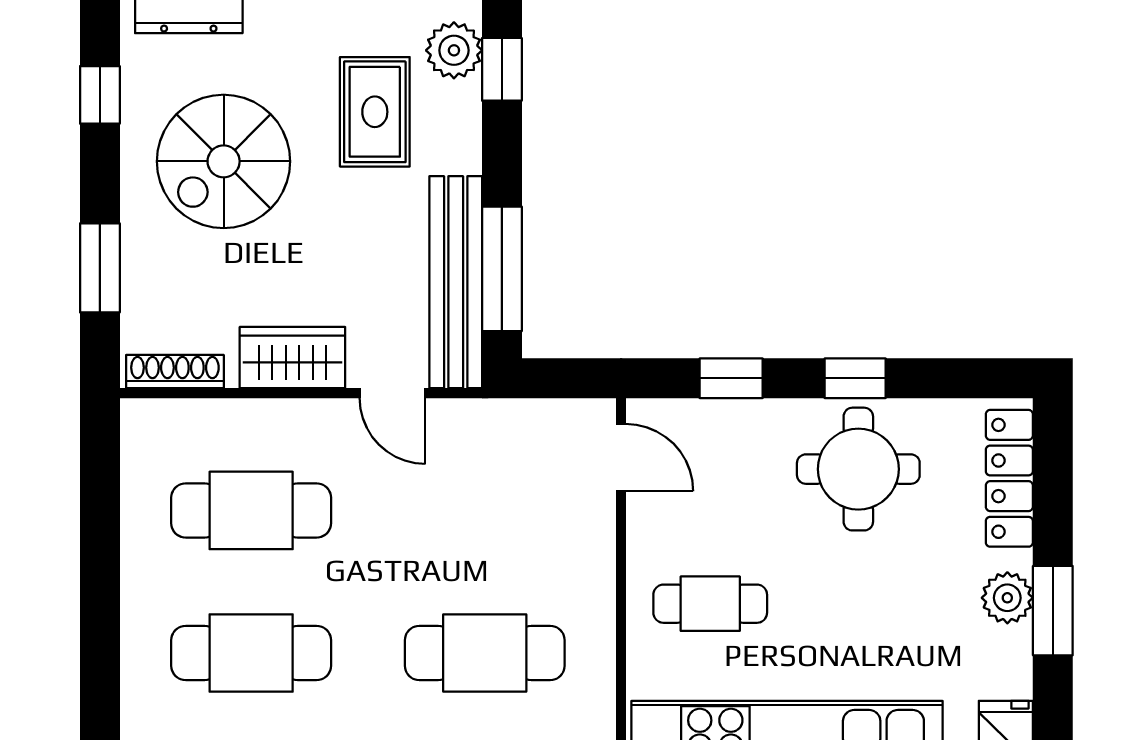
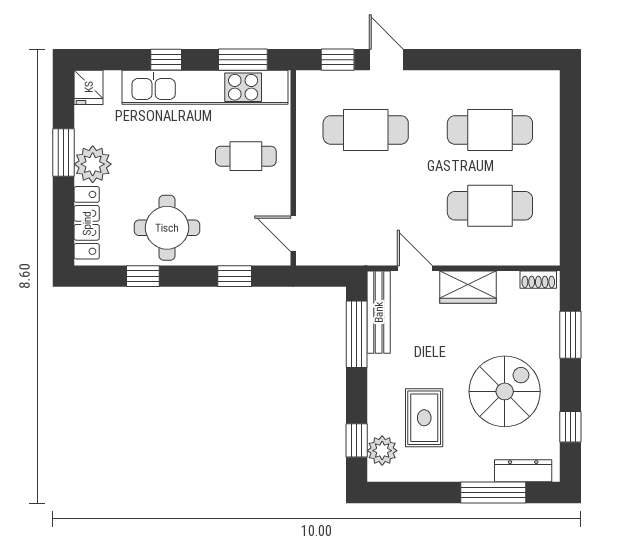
bench: (456, 282) -> (379, 312), width x0.73, depth x0.82
shoe rack: (175, 372) -> (538, 280), width x0.70
window: (855, 378) -> (143, 276), moved
plant: (1007, 598) -> (93, 164), width x1.36, depth x1.36

